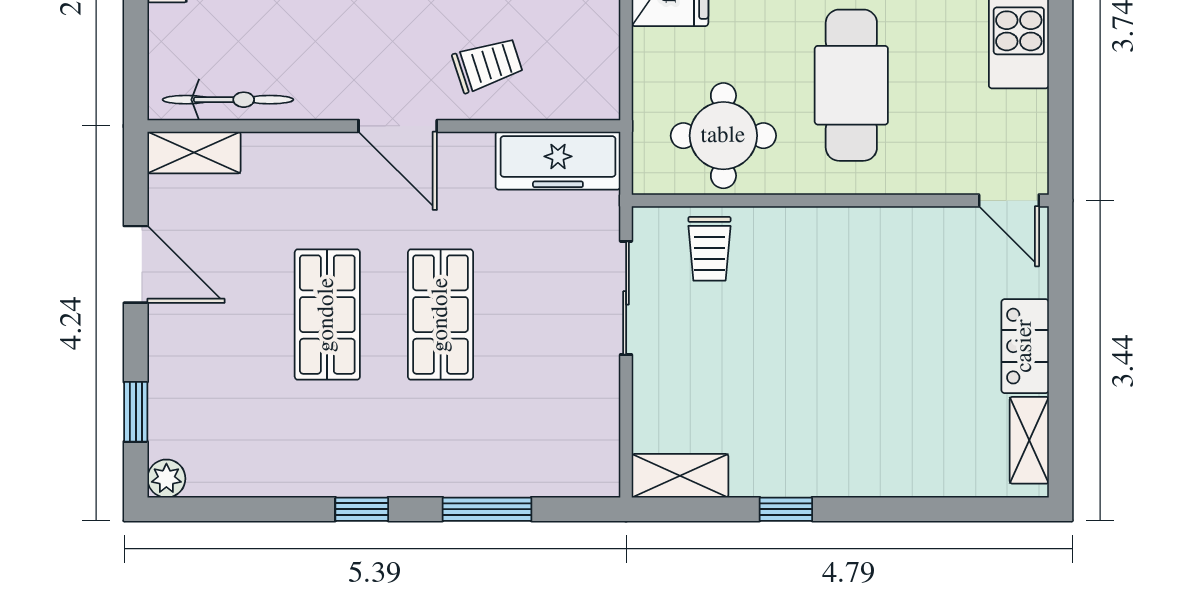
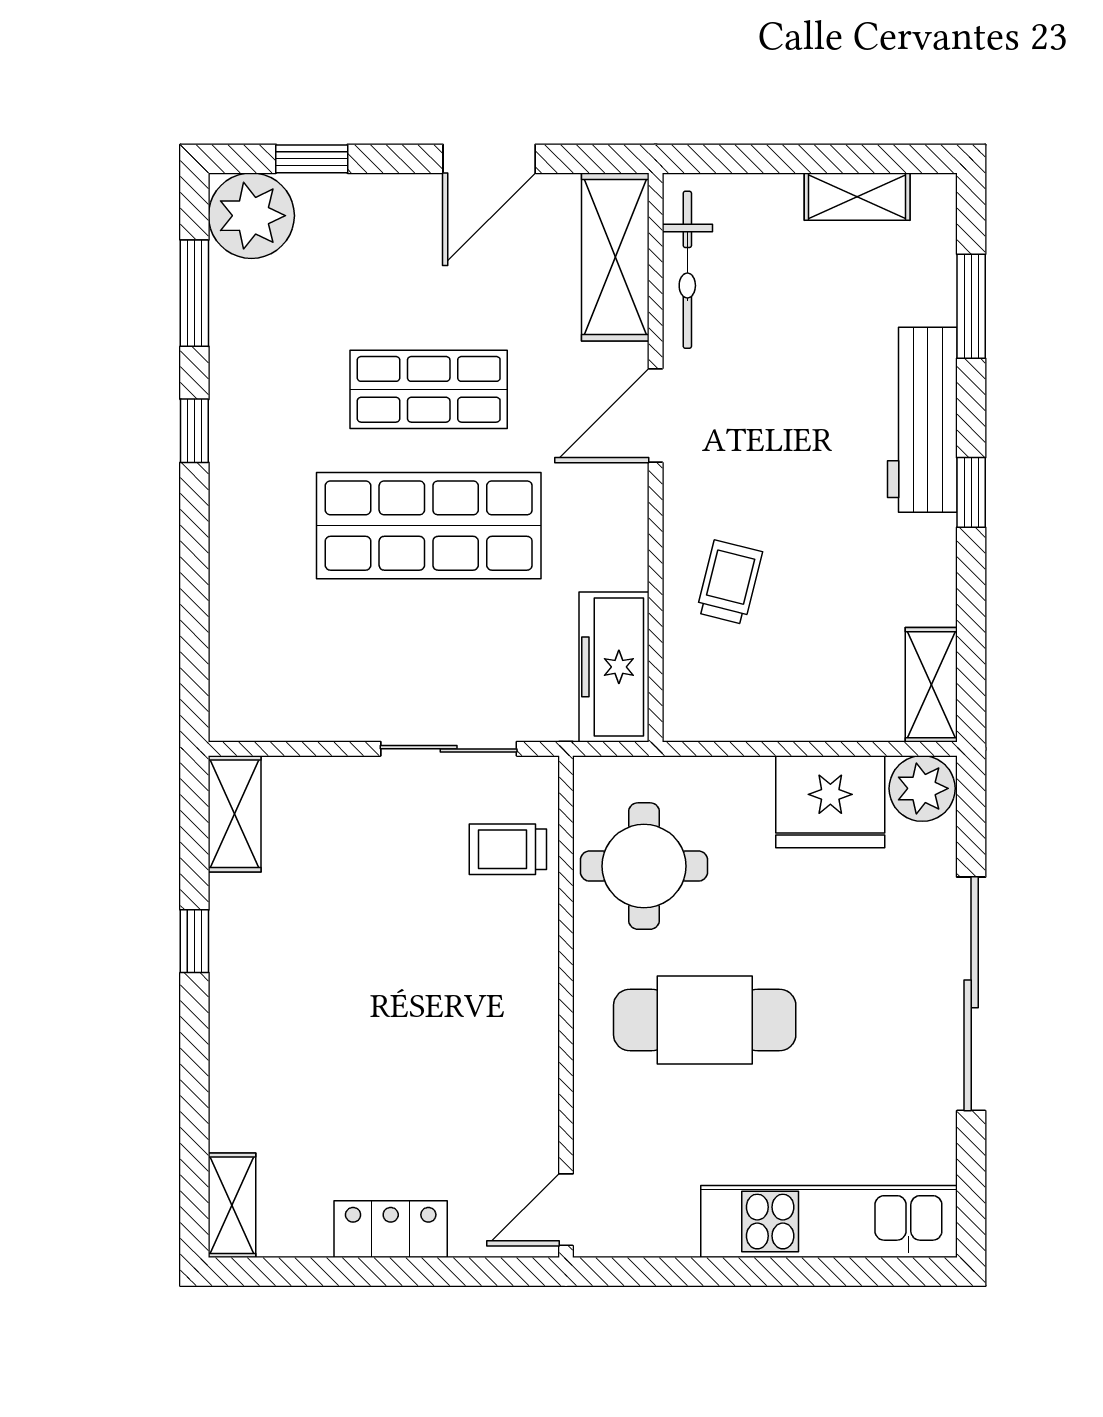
trolley: (488, 65) -> (729, 582), turned -148
door: (398, 126) -> (656, 416), moved
shelving: (194, 153) -> (615, 257), width x1.50, depth x1.33
shop shelf: (441, 315) -> (429, 526), width x1.43, depth x1.36
shelving: (1029, 440) -> (232, 1205), moved, turned 90
plant: (166, 479) -> (251, 216), width x1.87, depth x1.87
window: (487, 509) -> (194, 293), moved

